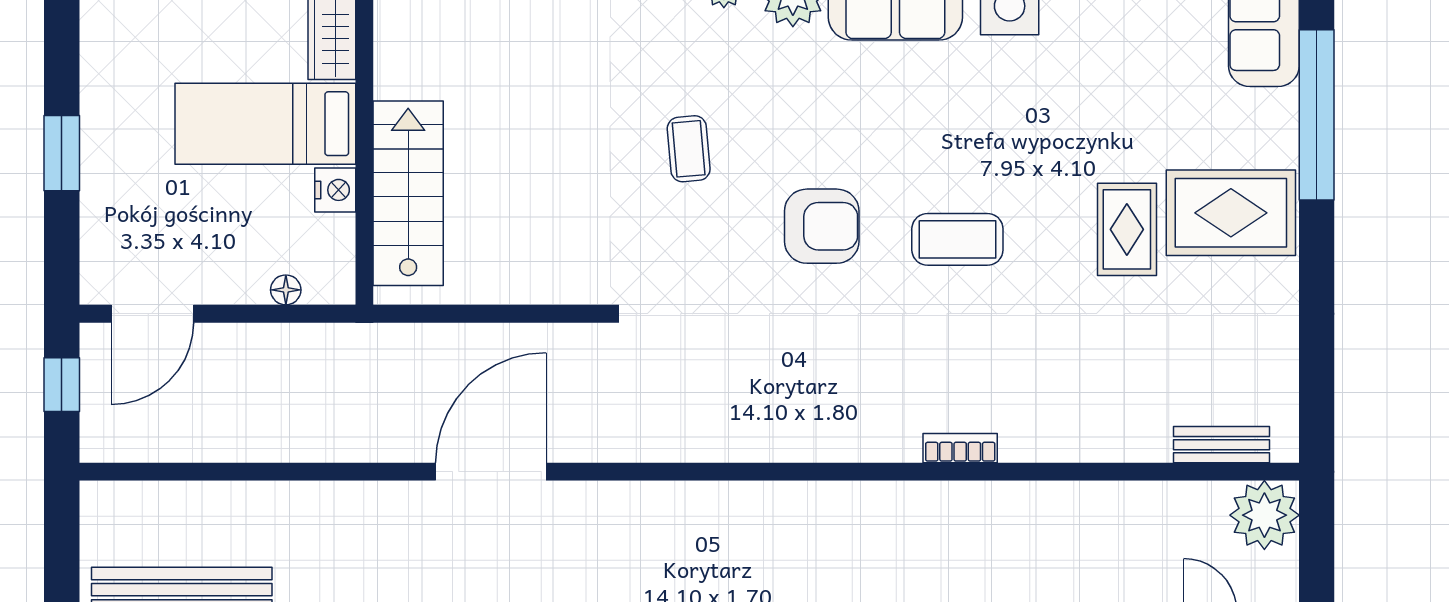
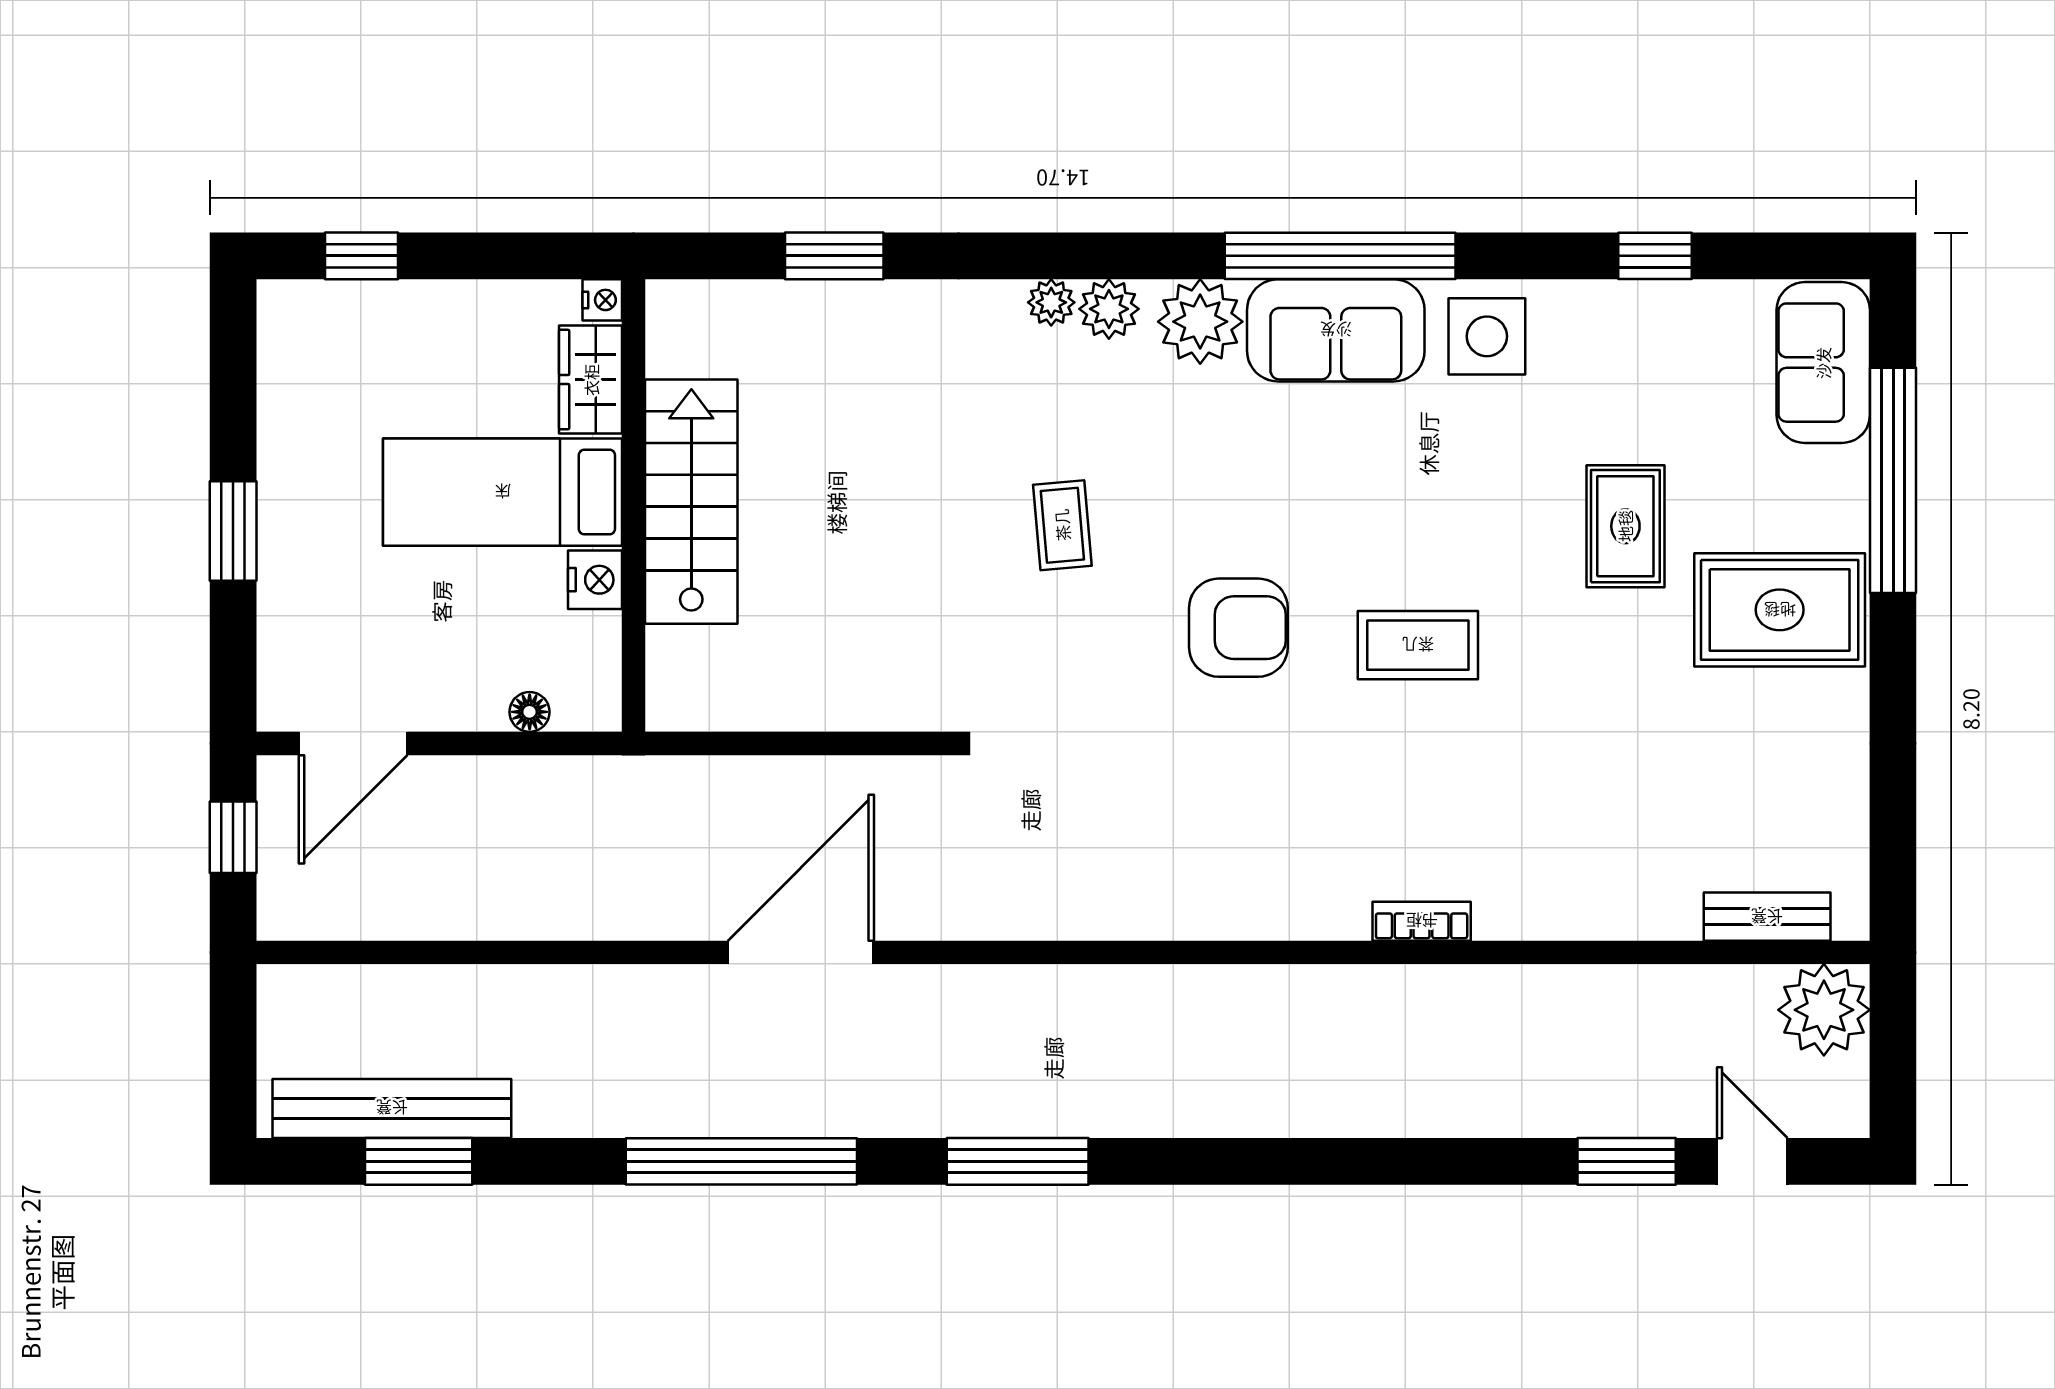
stairs: (408, 193) -> (691, 502), moved
rug: (1127, 229) -> (1625, 526), moved

